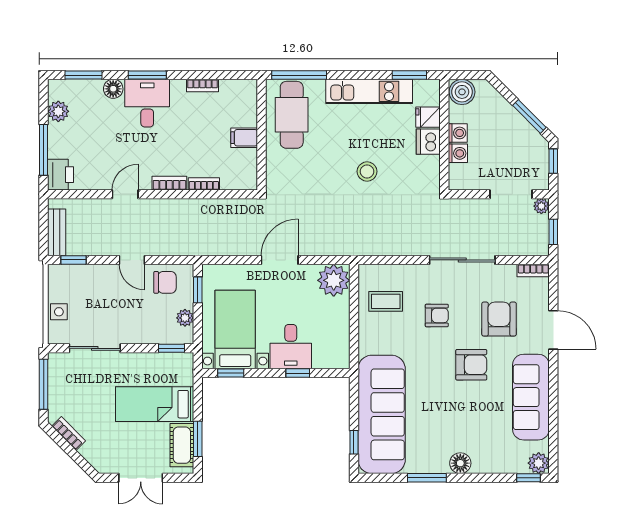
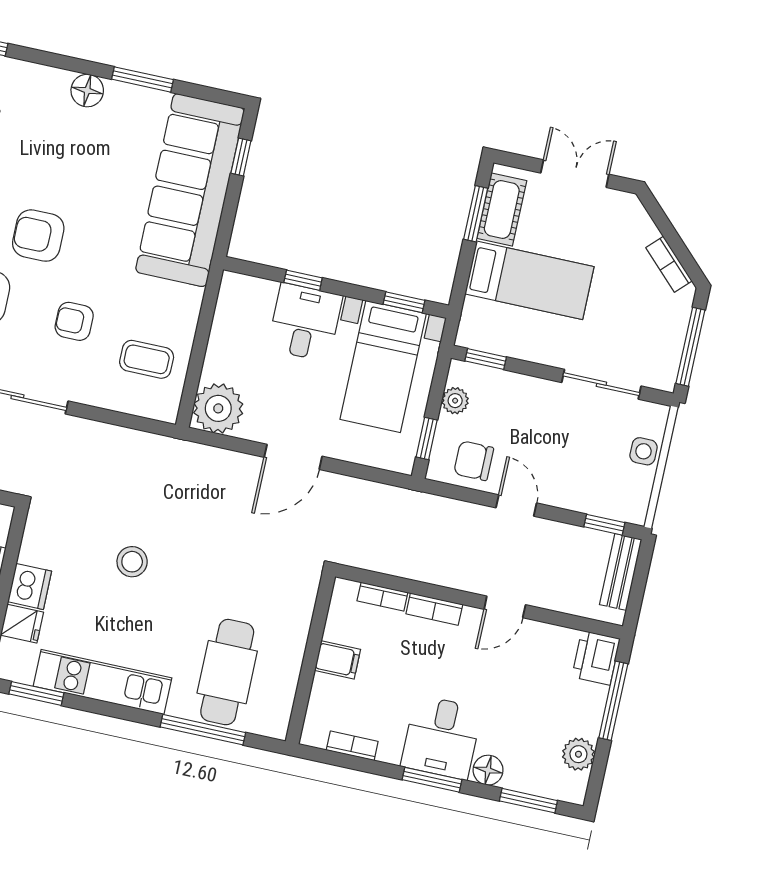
wall: (261, 135) -> (310, 659), moved
filing cabinet: (244, 138) -> (337, 660), moved

